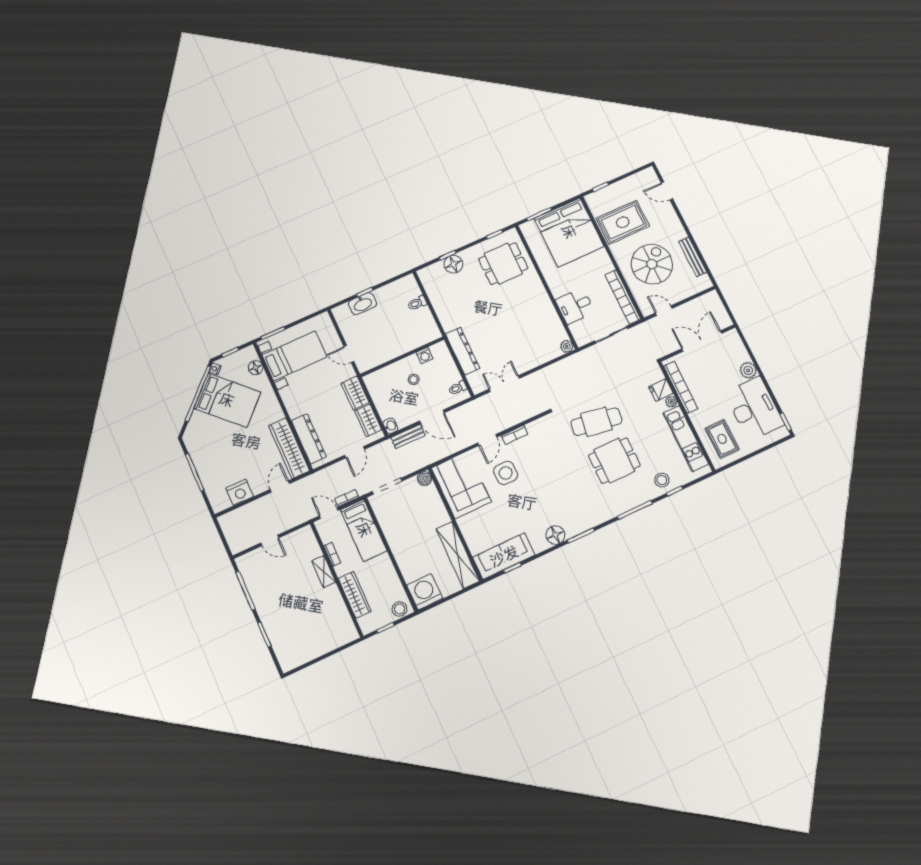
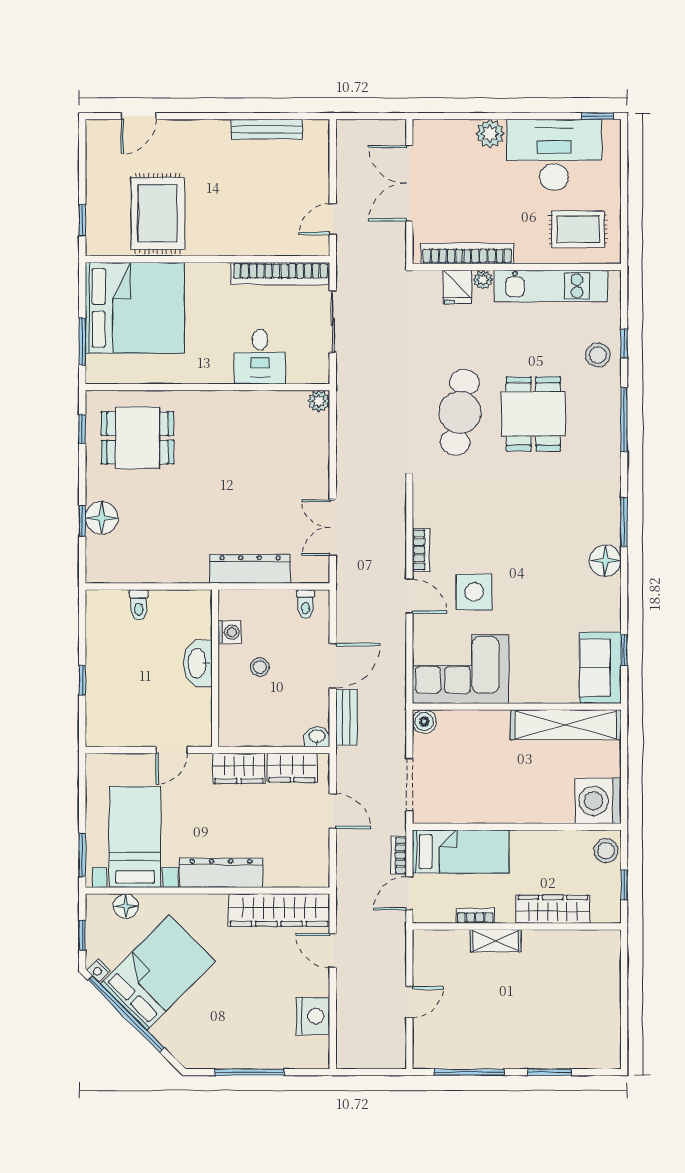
dining table: (503, 264) -> (138, 438), turned 90
spiral stairs: (652, 264) -> (248, 201), removed
washbasin: (362, 304) -> (198, 663), moved, turned 180
dresser: (309, 439) -> (221, 873), moved
sofa: (504, 556) -> (600, 668), width x0.73

